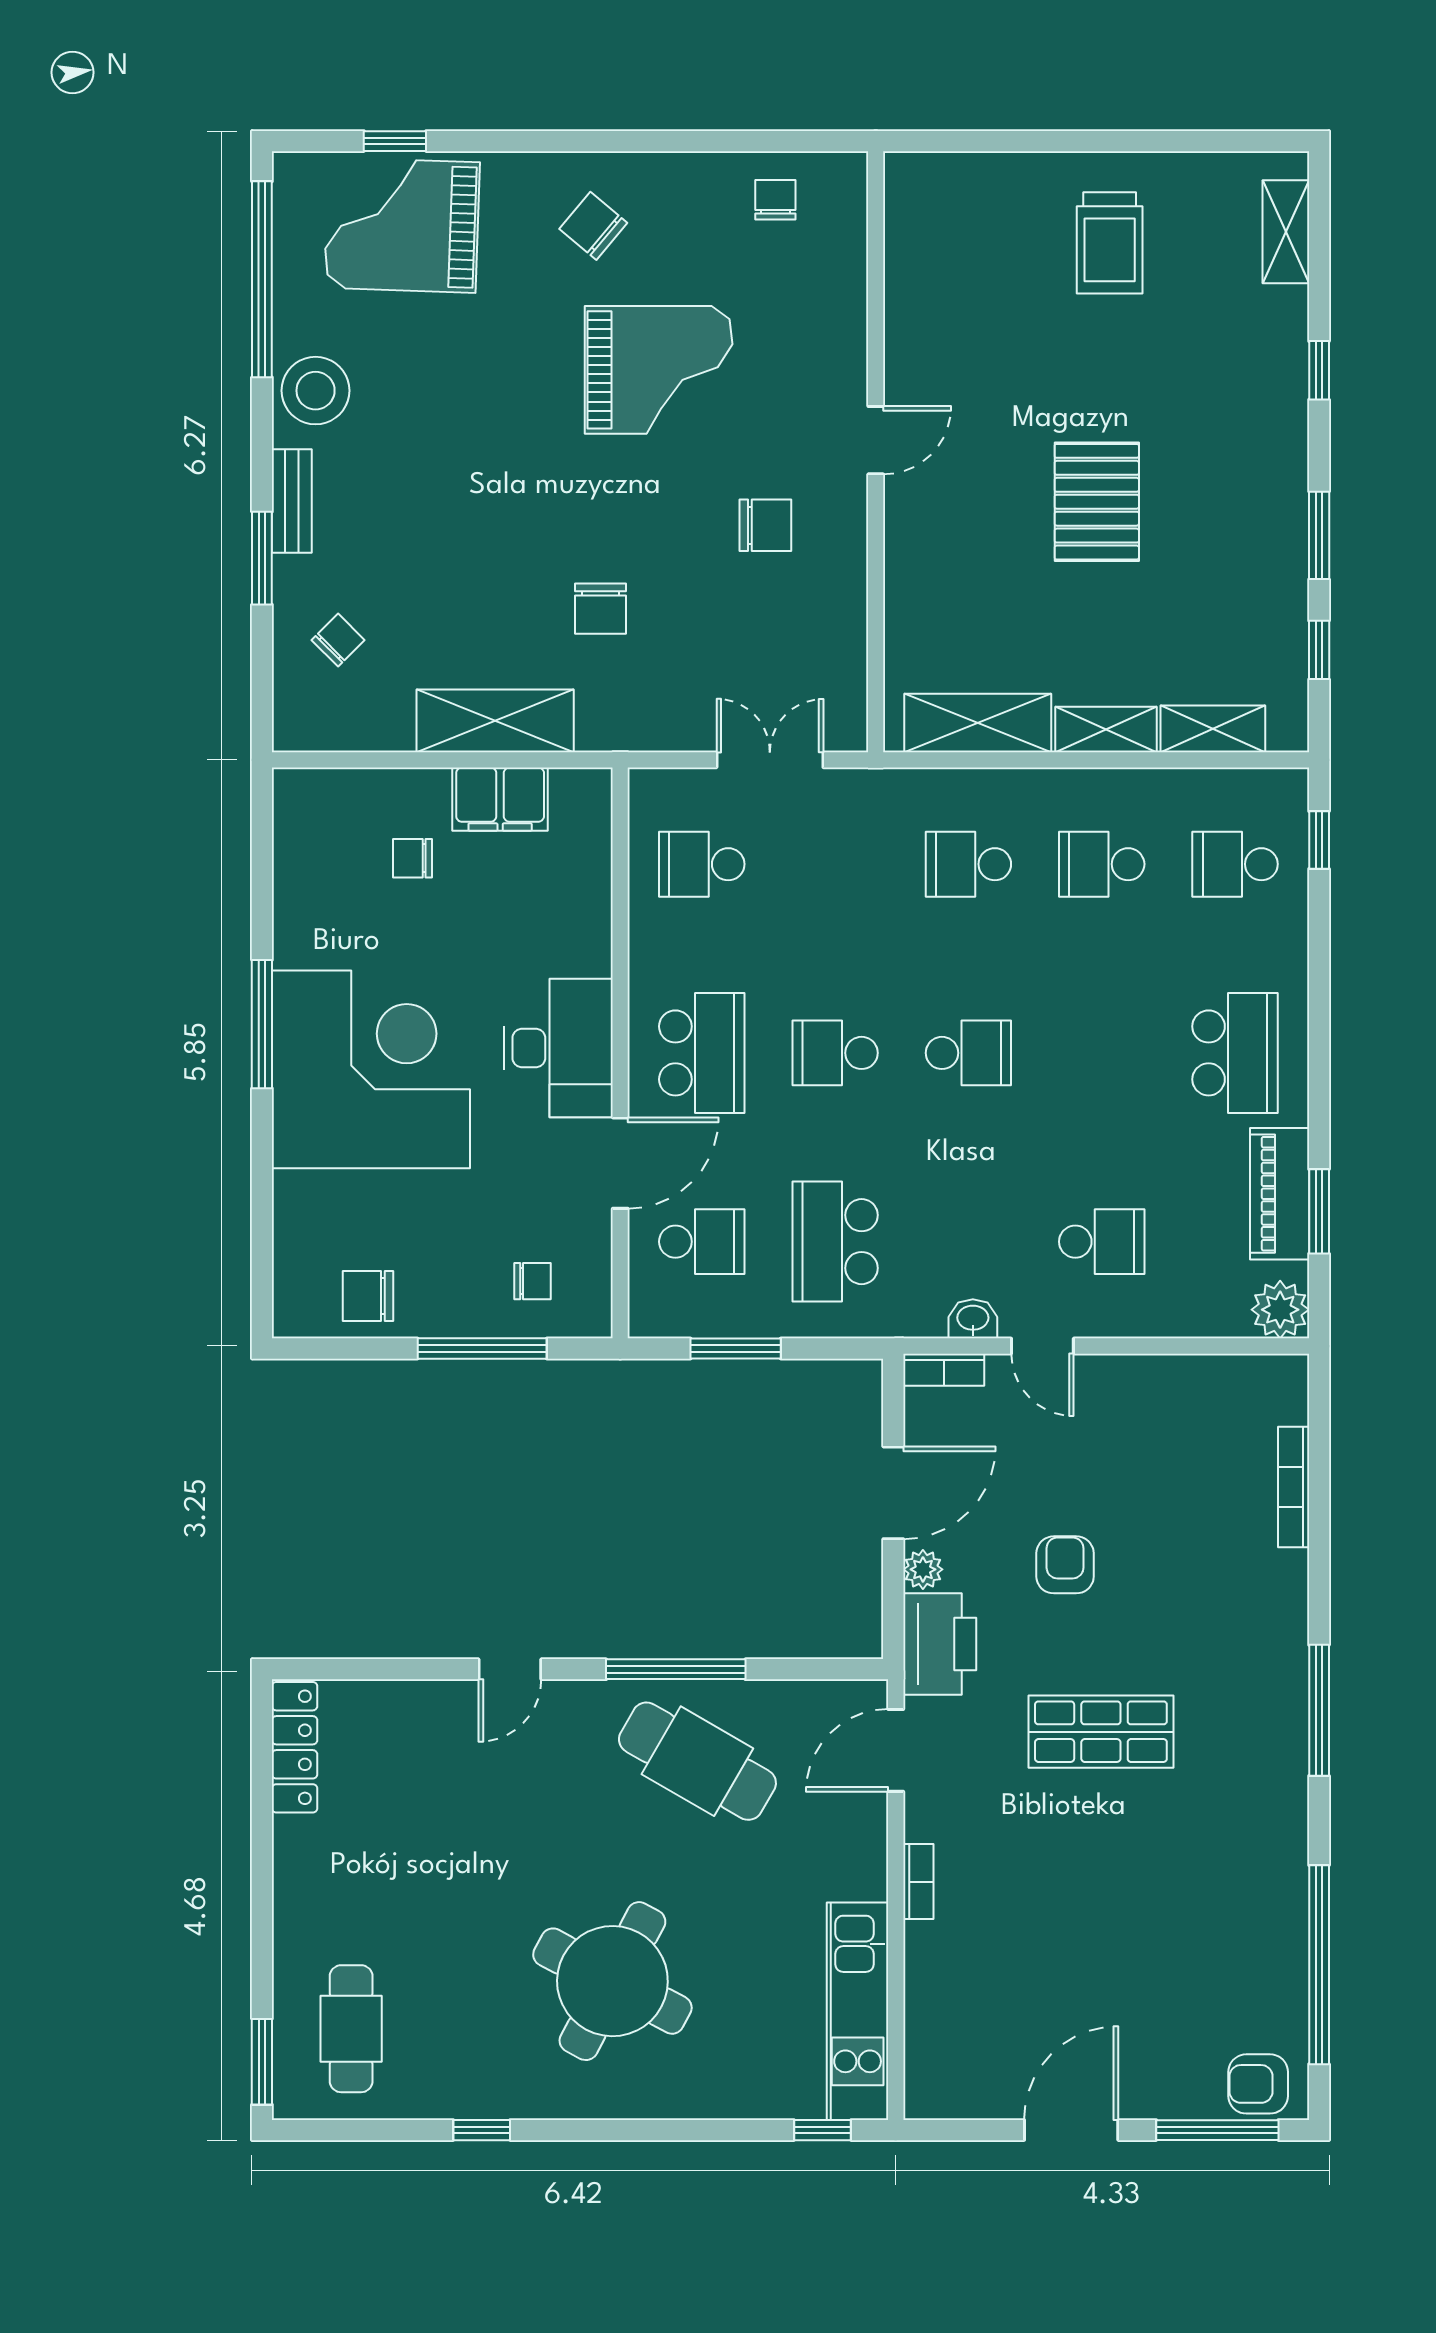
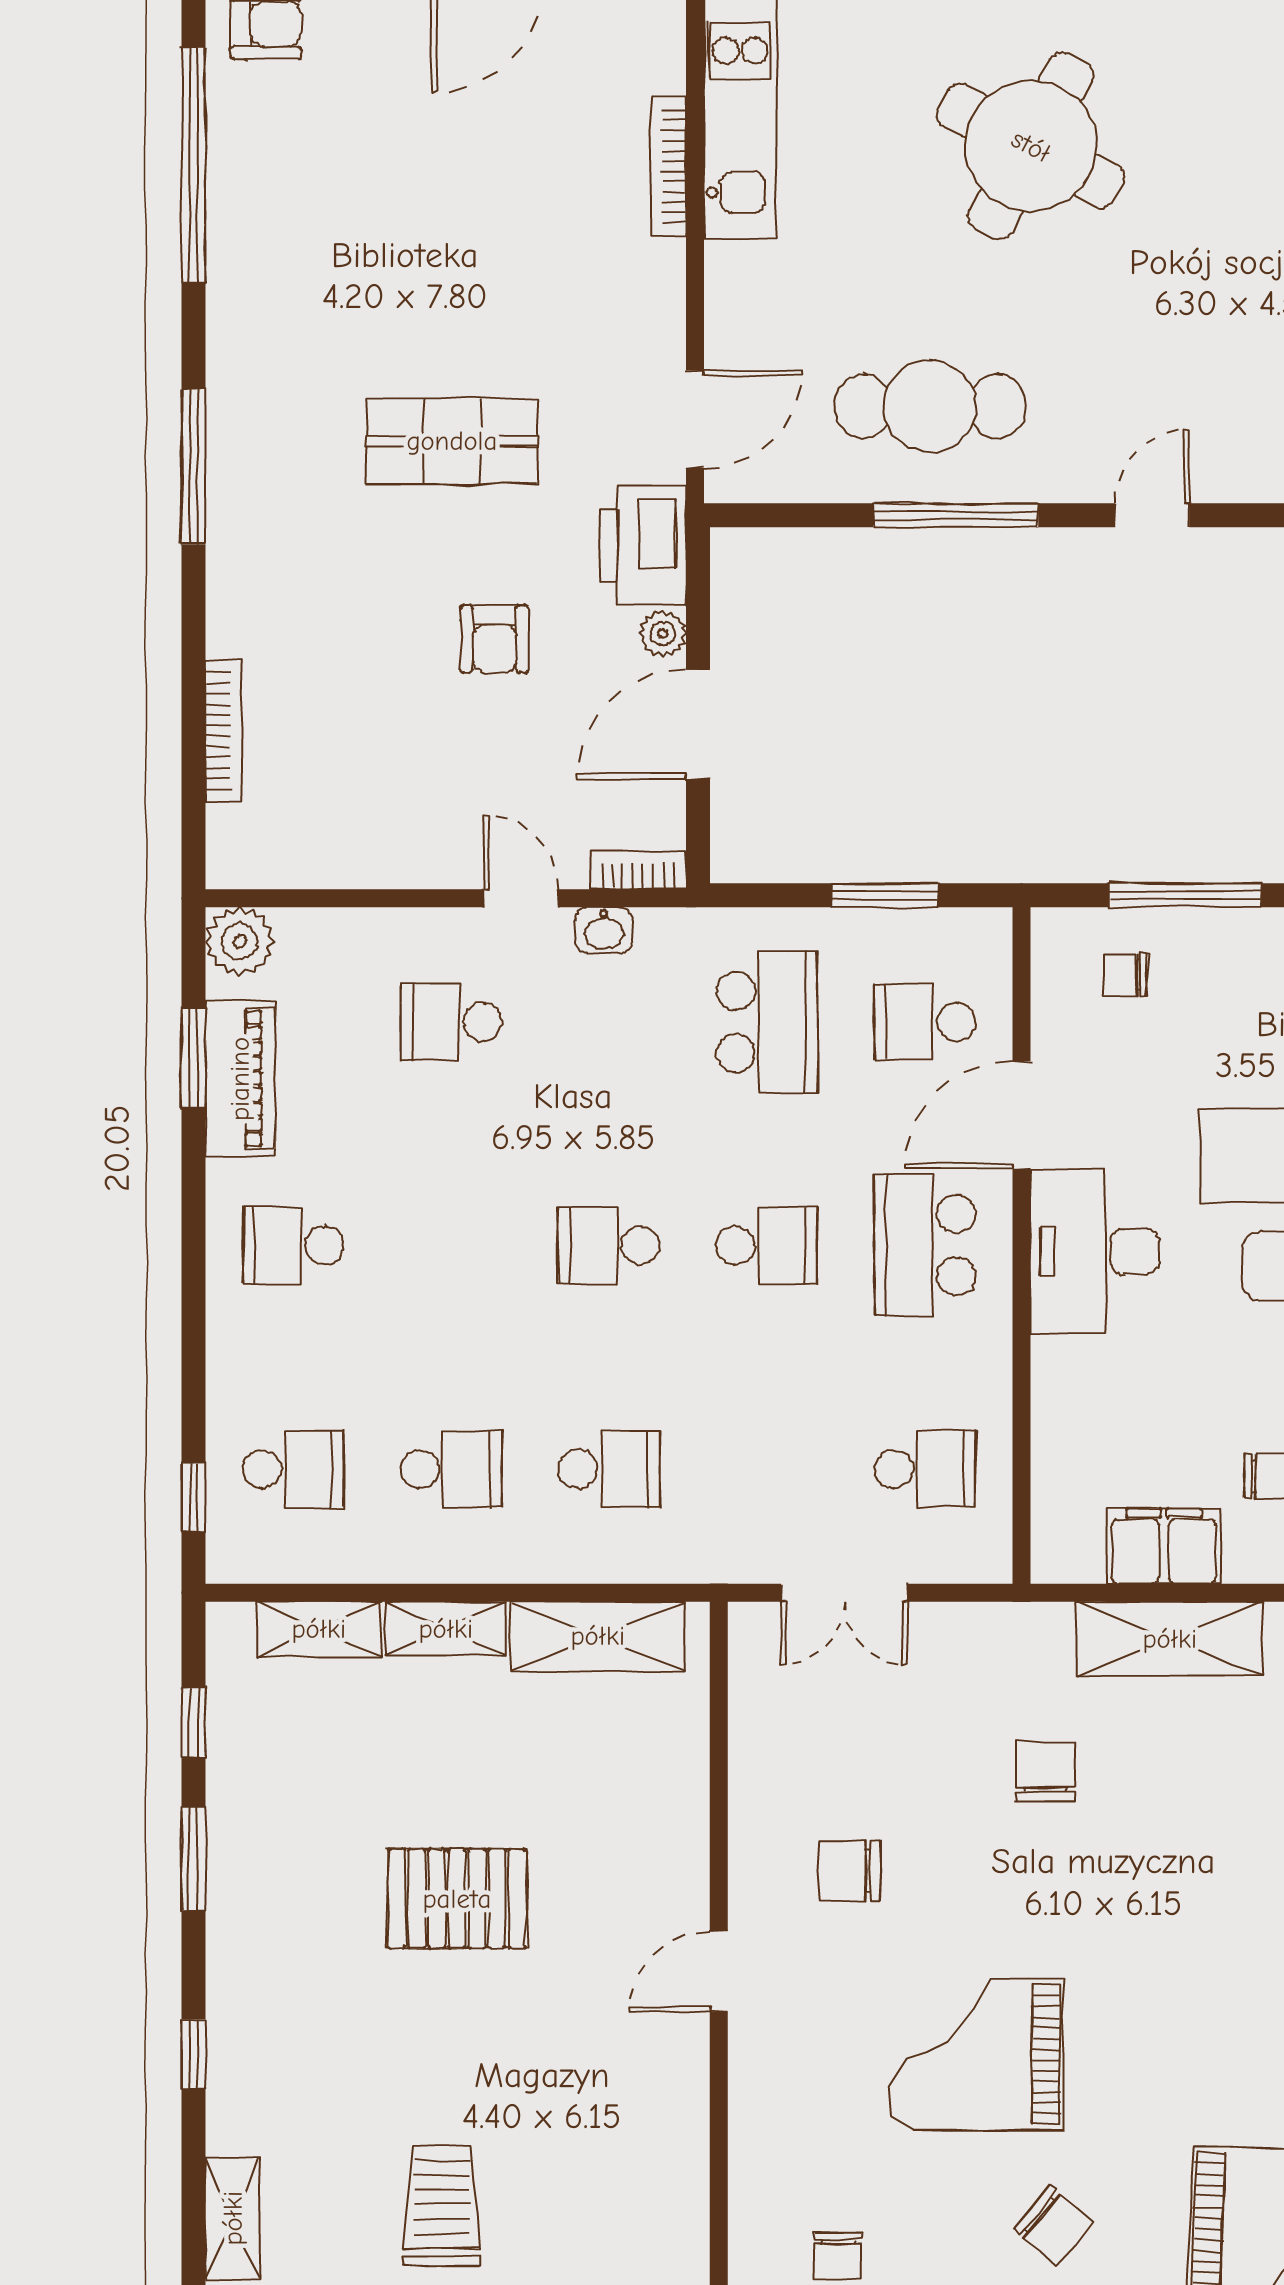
pallet: (1097, 502) -> (457, 1899), turned 90
school desk: (1235, 1053) -> (293, 1245), width x0.54
cafe table: (697, 1761) -> (930, 406), turned -30
bookcase: (918, 1882) -> (668, 166), moved, width x1.56

